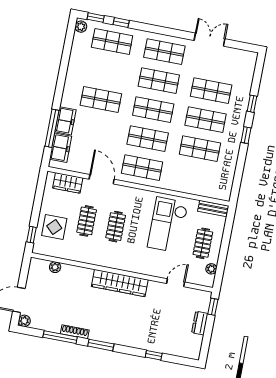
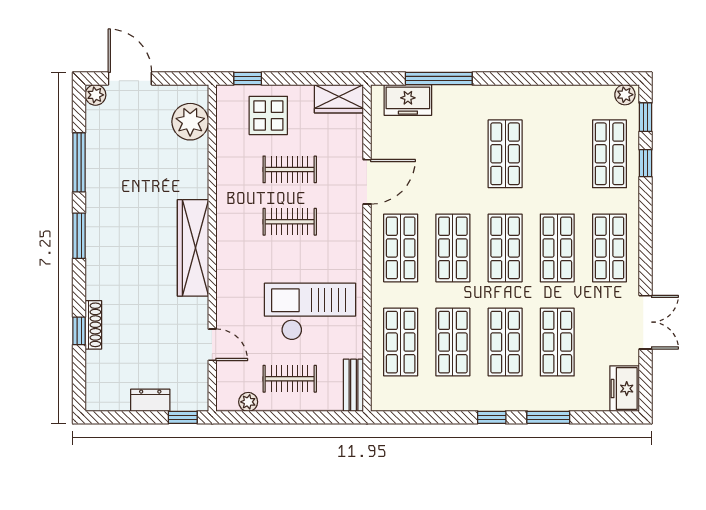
window: (252, 104) -> (548, 417), width x1.50
freezer: (65, 121) -> (625, 389), moved, turned 90
shop shelf: (194, 178) -> (401, 342), added
wardrobe: (68, 183) -> (339, 99), moved, turned -90
plant: (55, 267) -> (190, 122), width x1.88, depth x1.88
shoe rack: (75, 332) -> (93, 325), moved

